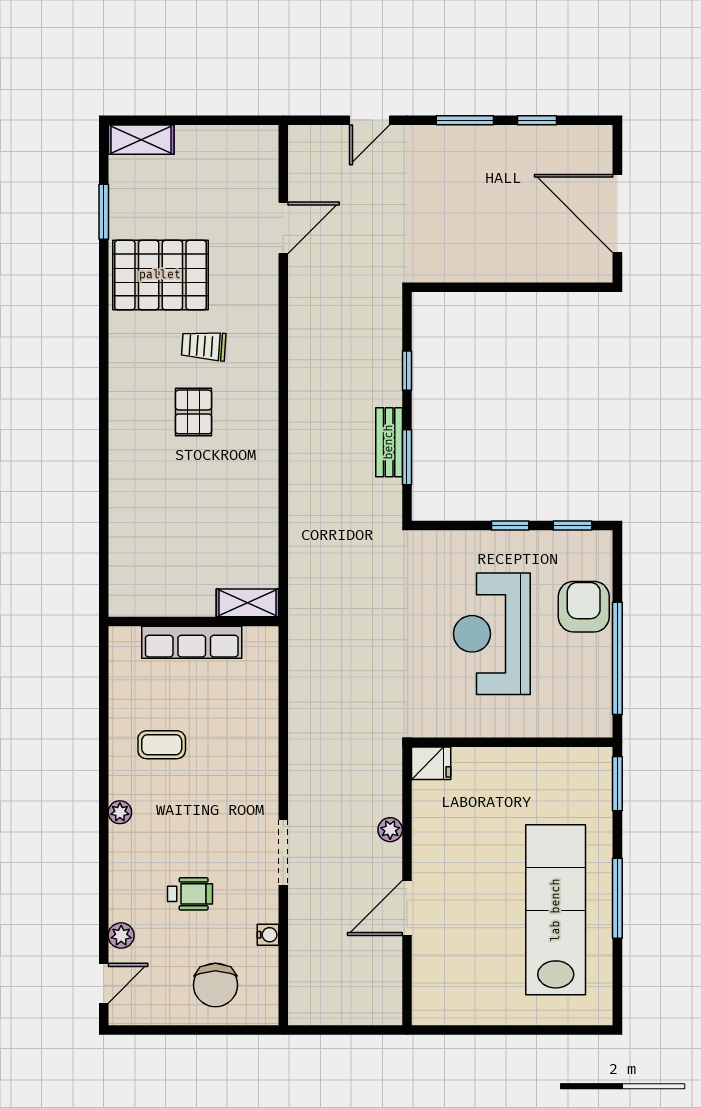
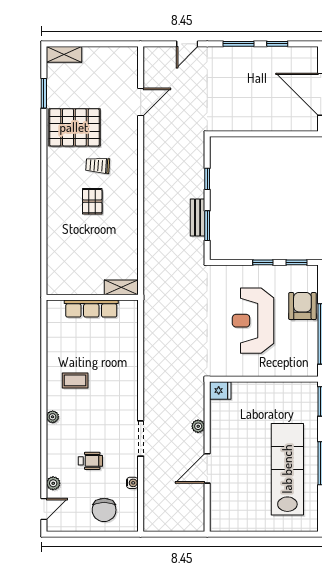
shelving: (247, 603) -> (121, 287), moved
wall: (193, 622) -> (92, 297), moved
row of seats: (192, 642) -> (91, 309), moved

